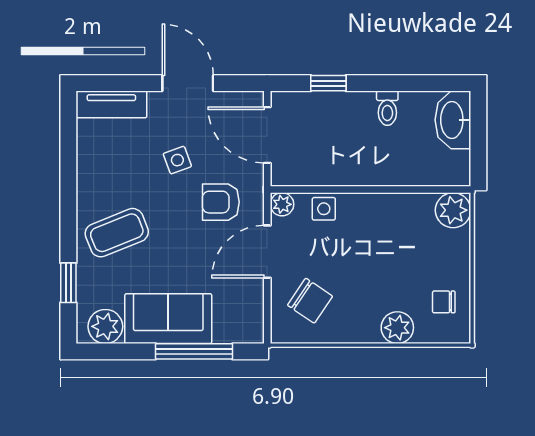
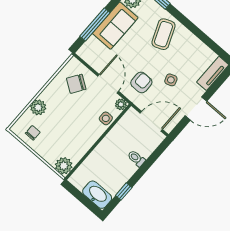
window: (328, 83) -> (124, 192), moved
toilet: (387, 108) -> (136, 158), moved

